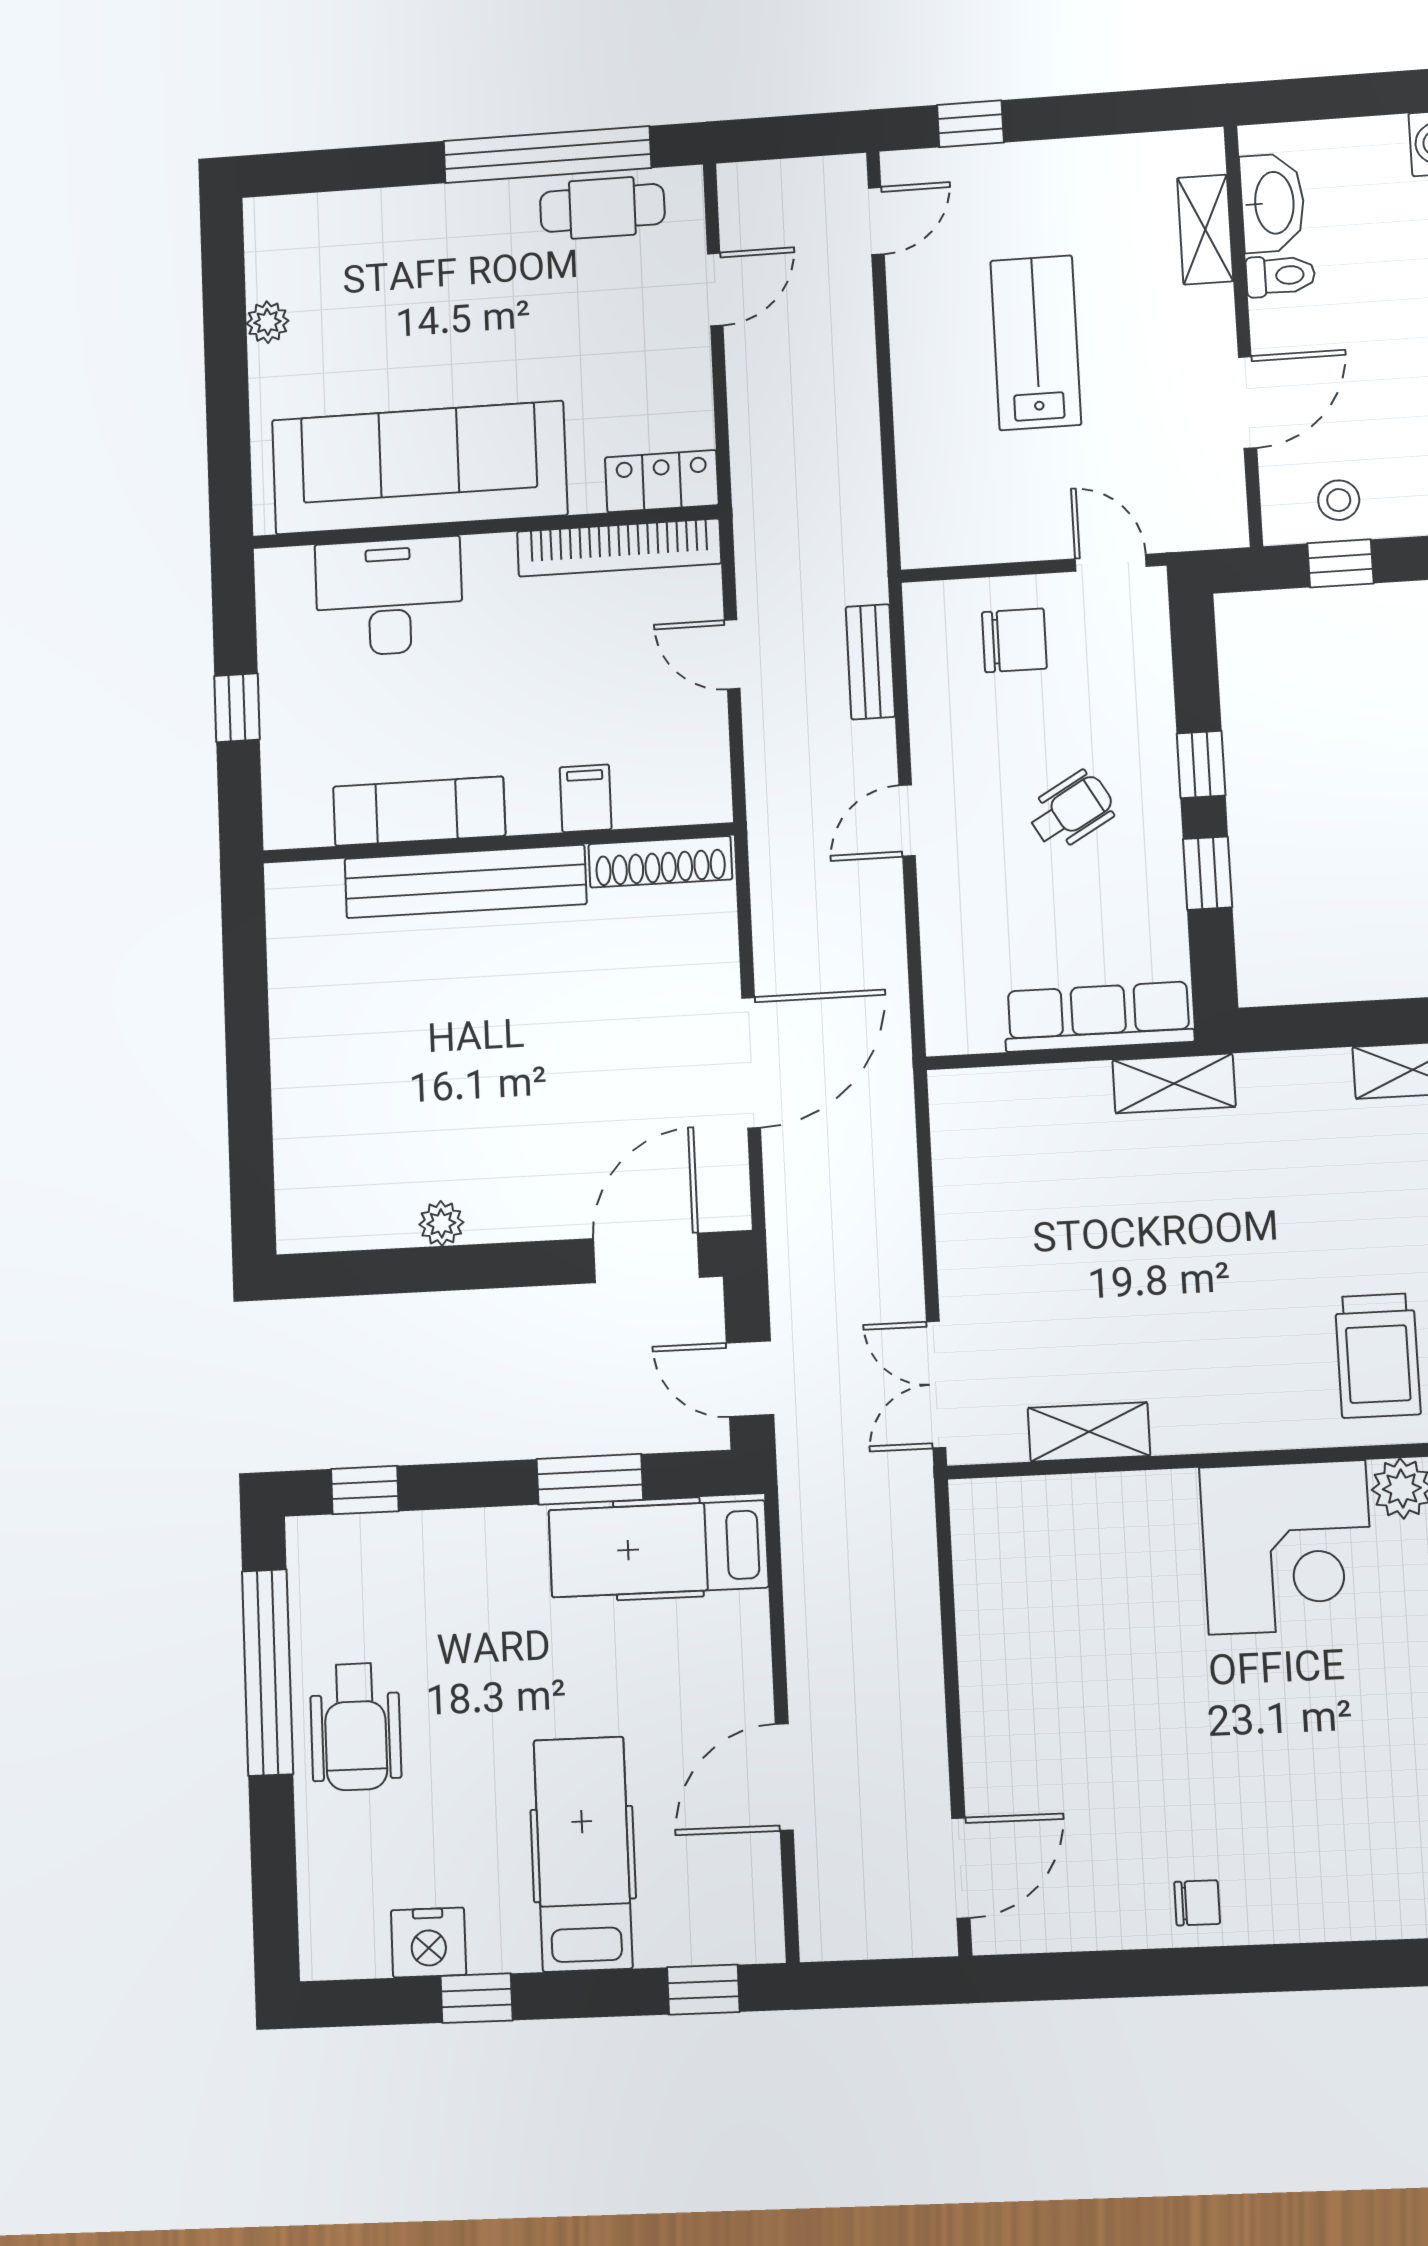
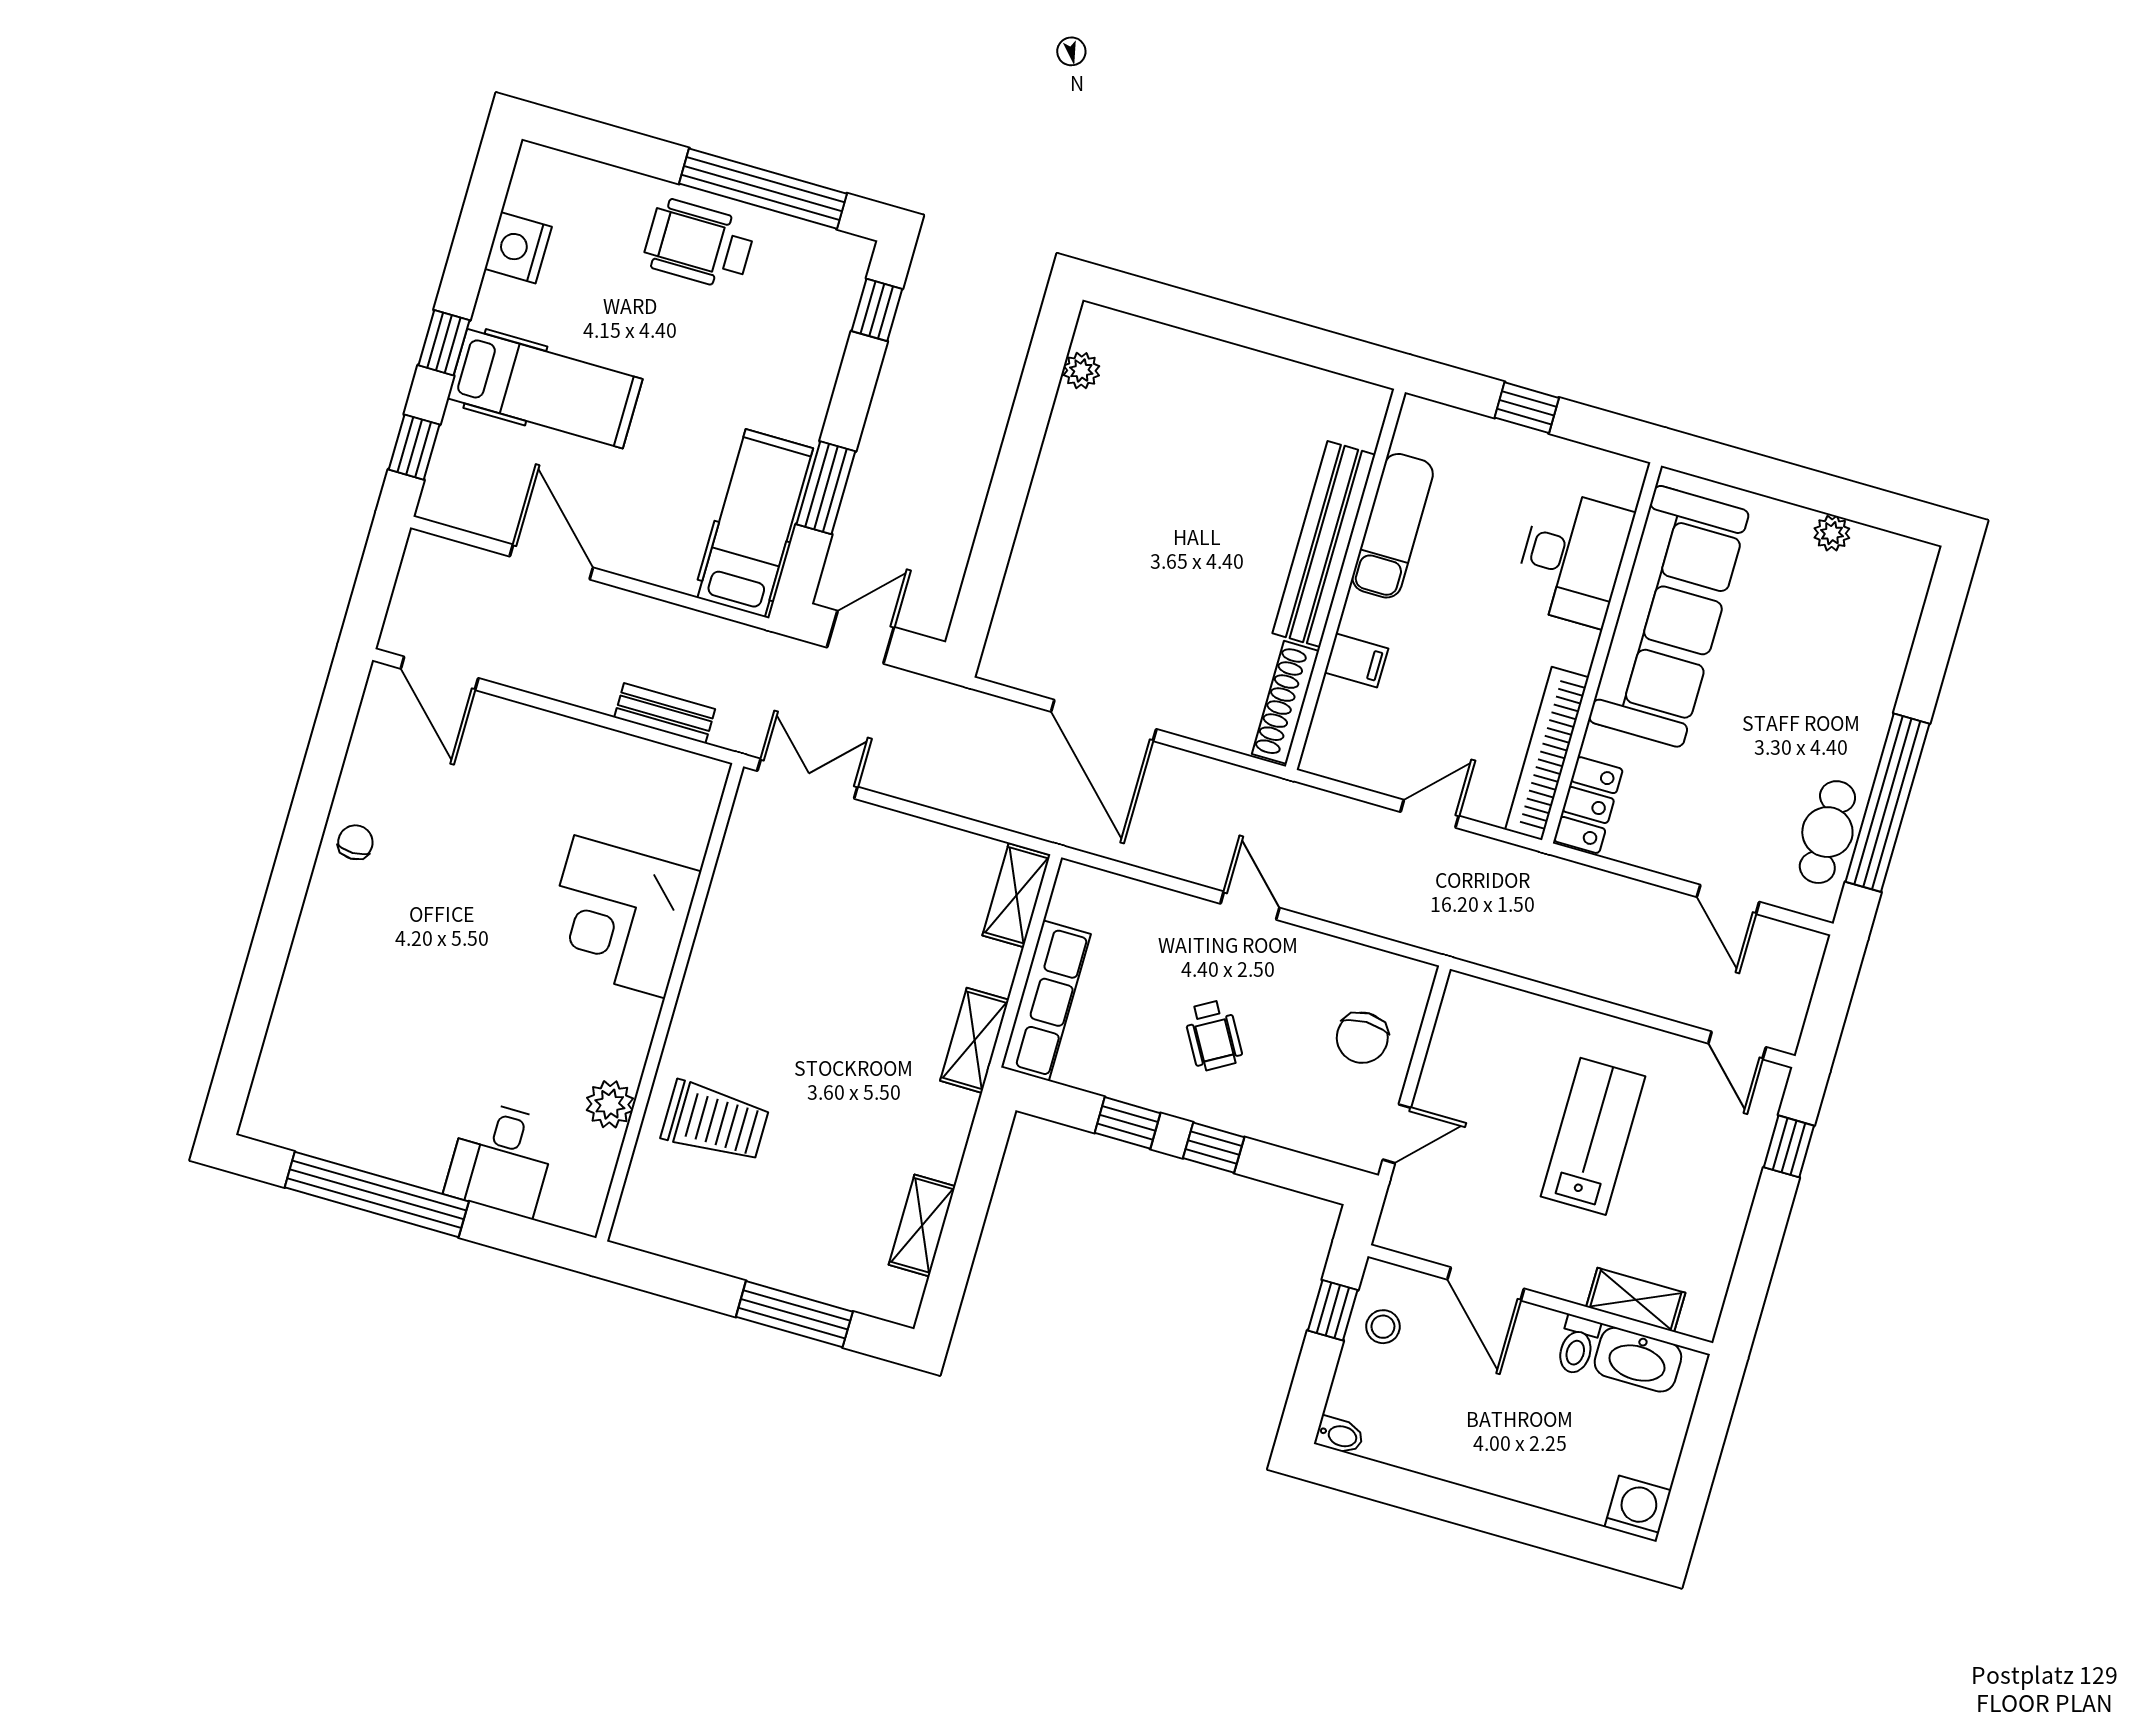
lab bench: (1036, 343) -> (1593, 1136), turned -90
bench: (870, 662) -> (665, 713), moved
plant: (441, 1223) -> (1081, 371), moved
door: (646, 1258) -> (981, 588), removed
trolley: (1378, 1356) -> (715, 1122), turned 180
shelving: (1089, 1432) -> (1016, 895), moved
corner desk: (1287, 1547) -> (620, 917), moved
chair: (1197, 1903) -> (355, 842), turned 180
window: (477, 1998) -> (444, 343), moved

